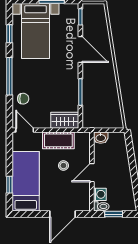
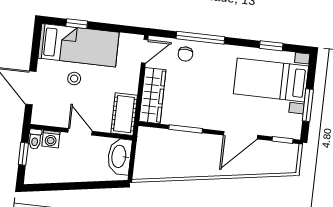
window: (9, 76) -> (200, 38), moved
wardrobe: (65, 120) -> (152, 96), width x1.50
washbasin: (101, 138) -> (119, 156), width x1.91, depth x1.45
cot: (58, 140) -> (124, 114), moved
stool: (63, 166) -> (74, 79), moved

